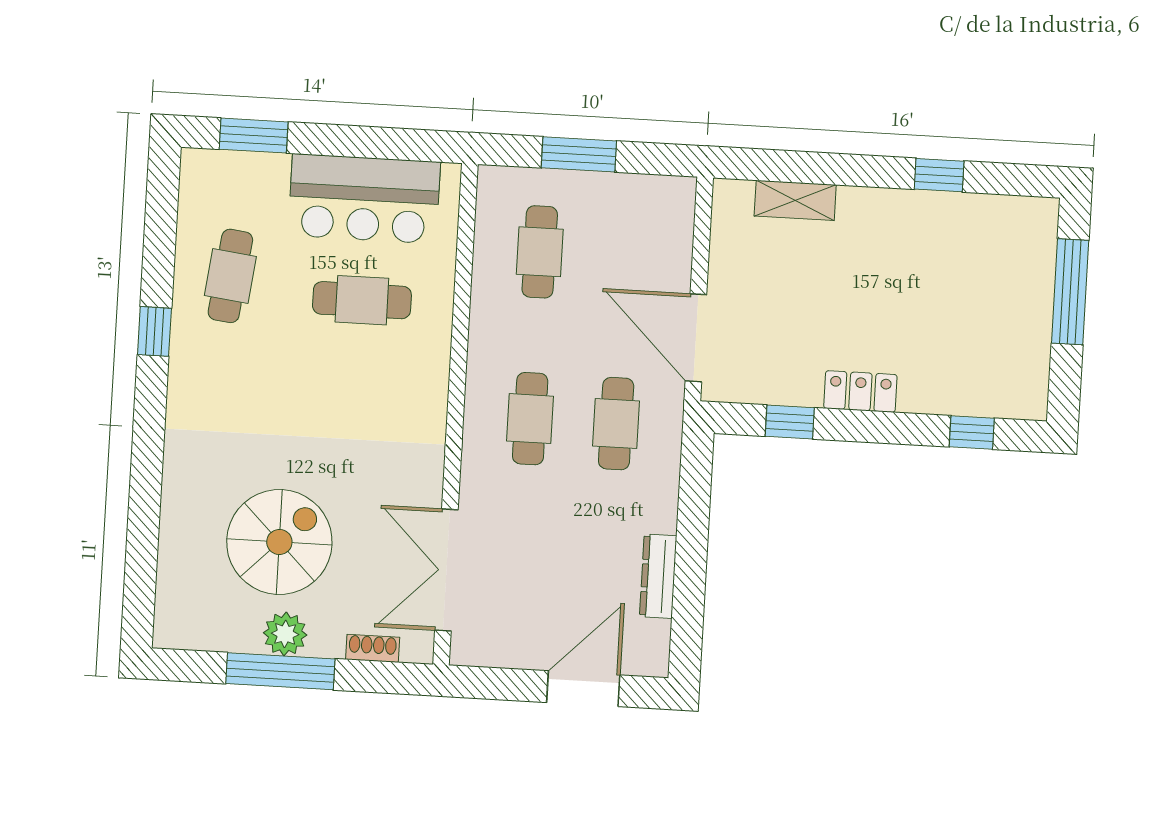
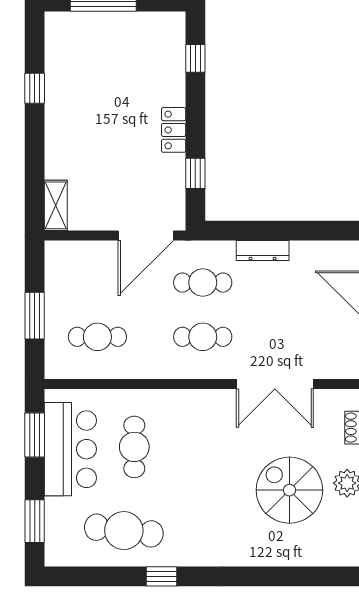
window: (390, 143) -> (35, 435), added
shelving: (795, 200) -> (56, 205), moved
cafe table: (230, 276) -> (124, 531), width x1.37, depth x1.35
double door: (446, 570) -> (275, 384), moved
dresser: (658, 576) -> (263, 251), moved

